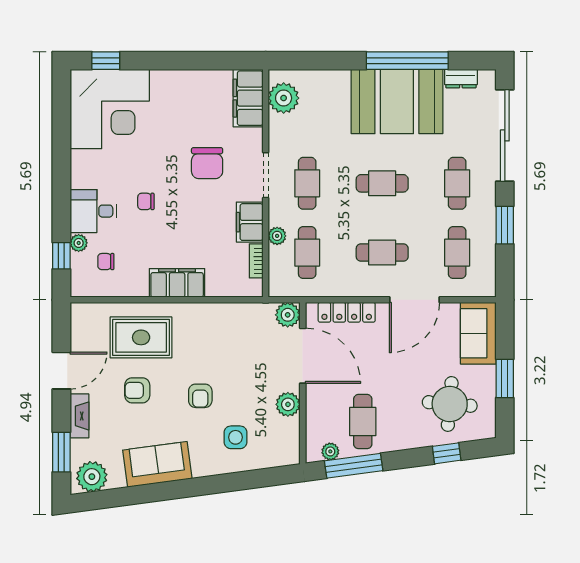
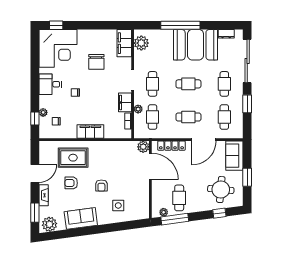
window: (407, 61) -> (180, 25), moved
chair: (207, 163) -> (96, 62), moved
desk: (93, 211) -> (50, 84), moved
plant: (288, 404) -> (143, 190), removed

